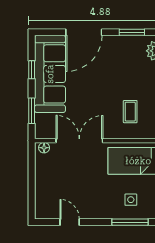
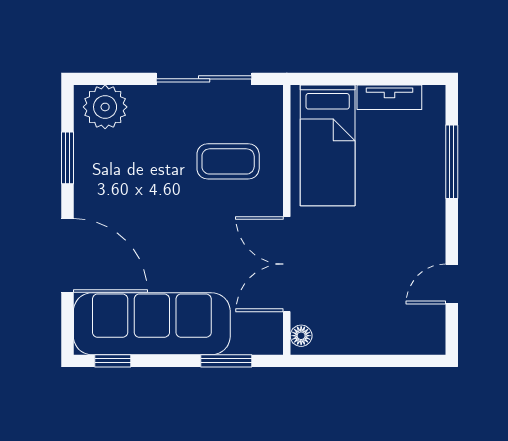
window: (32, 70) -> (113, 361), moved
coffee table: (130, 112) -> (228, 161), width x1.36, depth x1.30
side table: (131, 200) -> (406, 160), removed

